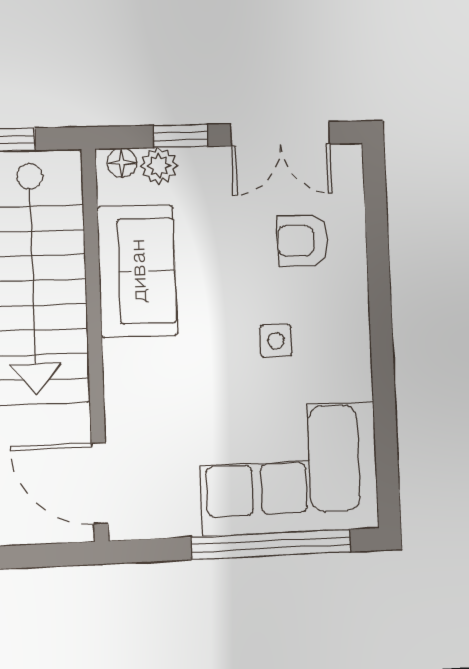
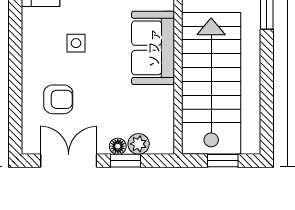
floor lamp: (122, 163) -> (118, 146), moved
sofa: (137, 271) -> (153, 48), moved

